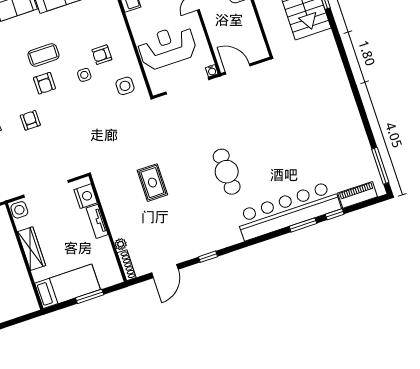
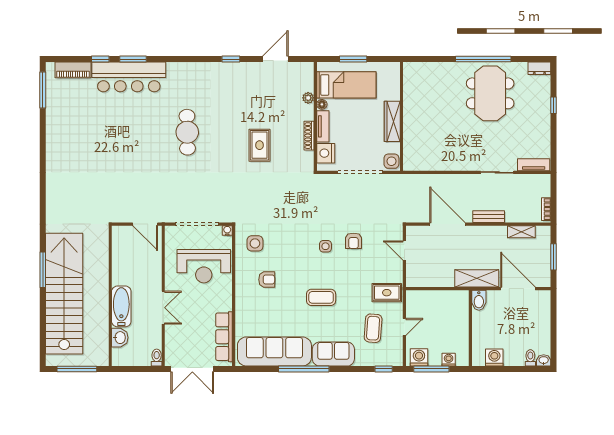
water cooler: (212, 71) -> (227, 230), moved
side table: (84, 75) -> (325, 246), moved
armchair: (44, 83) -> (329, 271), removed
bar counter: (288, 211) -> (129, 77), width x0.73
floor lamp: (105, 242) -> (322, 104), added
shoe rack: (127, 265) -> (309, 136), moved
bed: (67, 286) -> (346, 85), moved, turned 180

